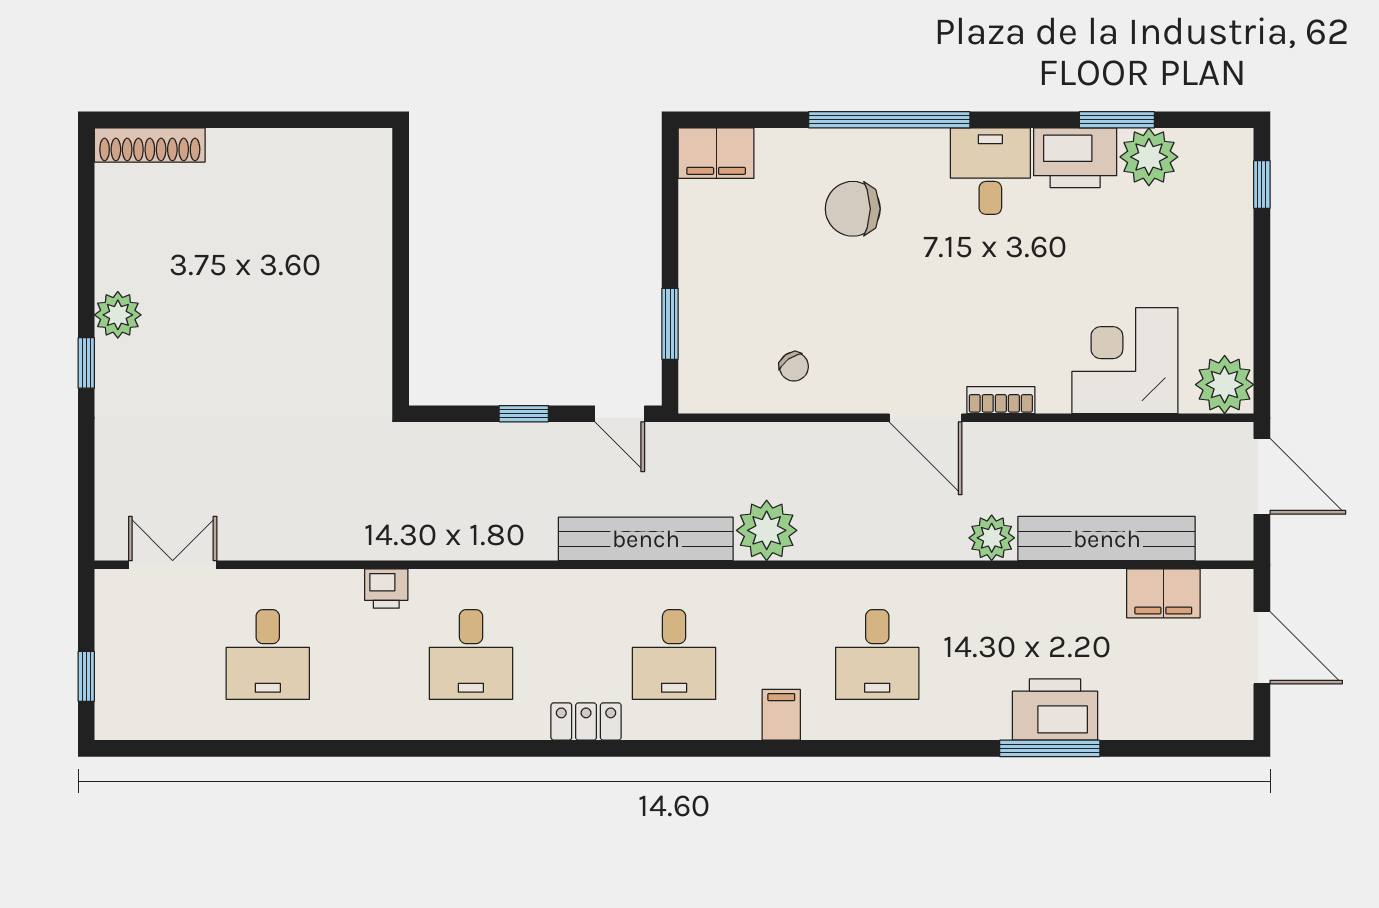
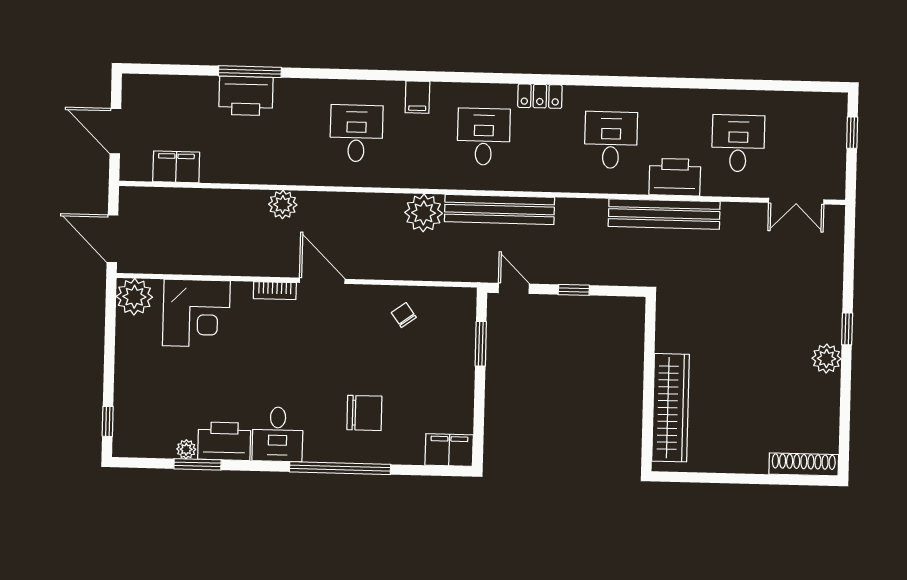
plant: (1149, 157) -> (186, 449), width x0.53, depth x0.53
wardrobe: (365, 230) -> (671, 408), added
bench: (1107, 539) -> (664, 214), moved
printer: (386, 588) -> (675, 177), width x1.87, depth x1.48

